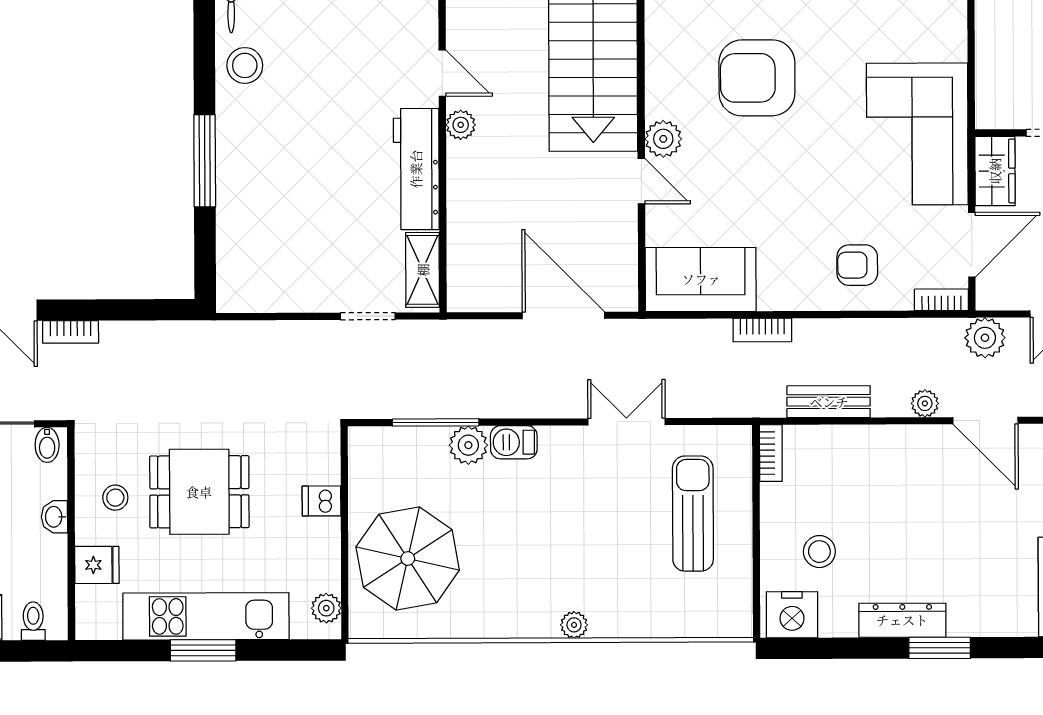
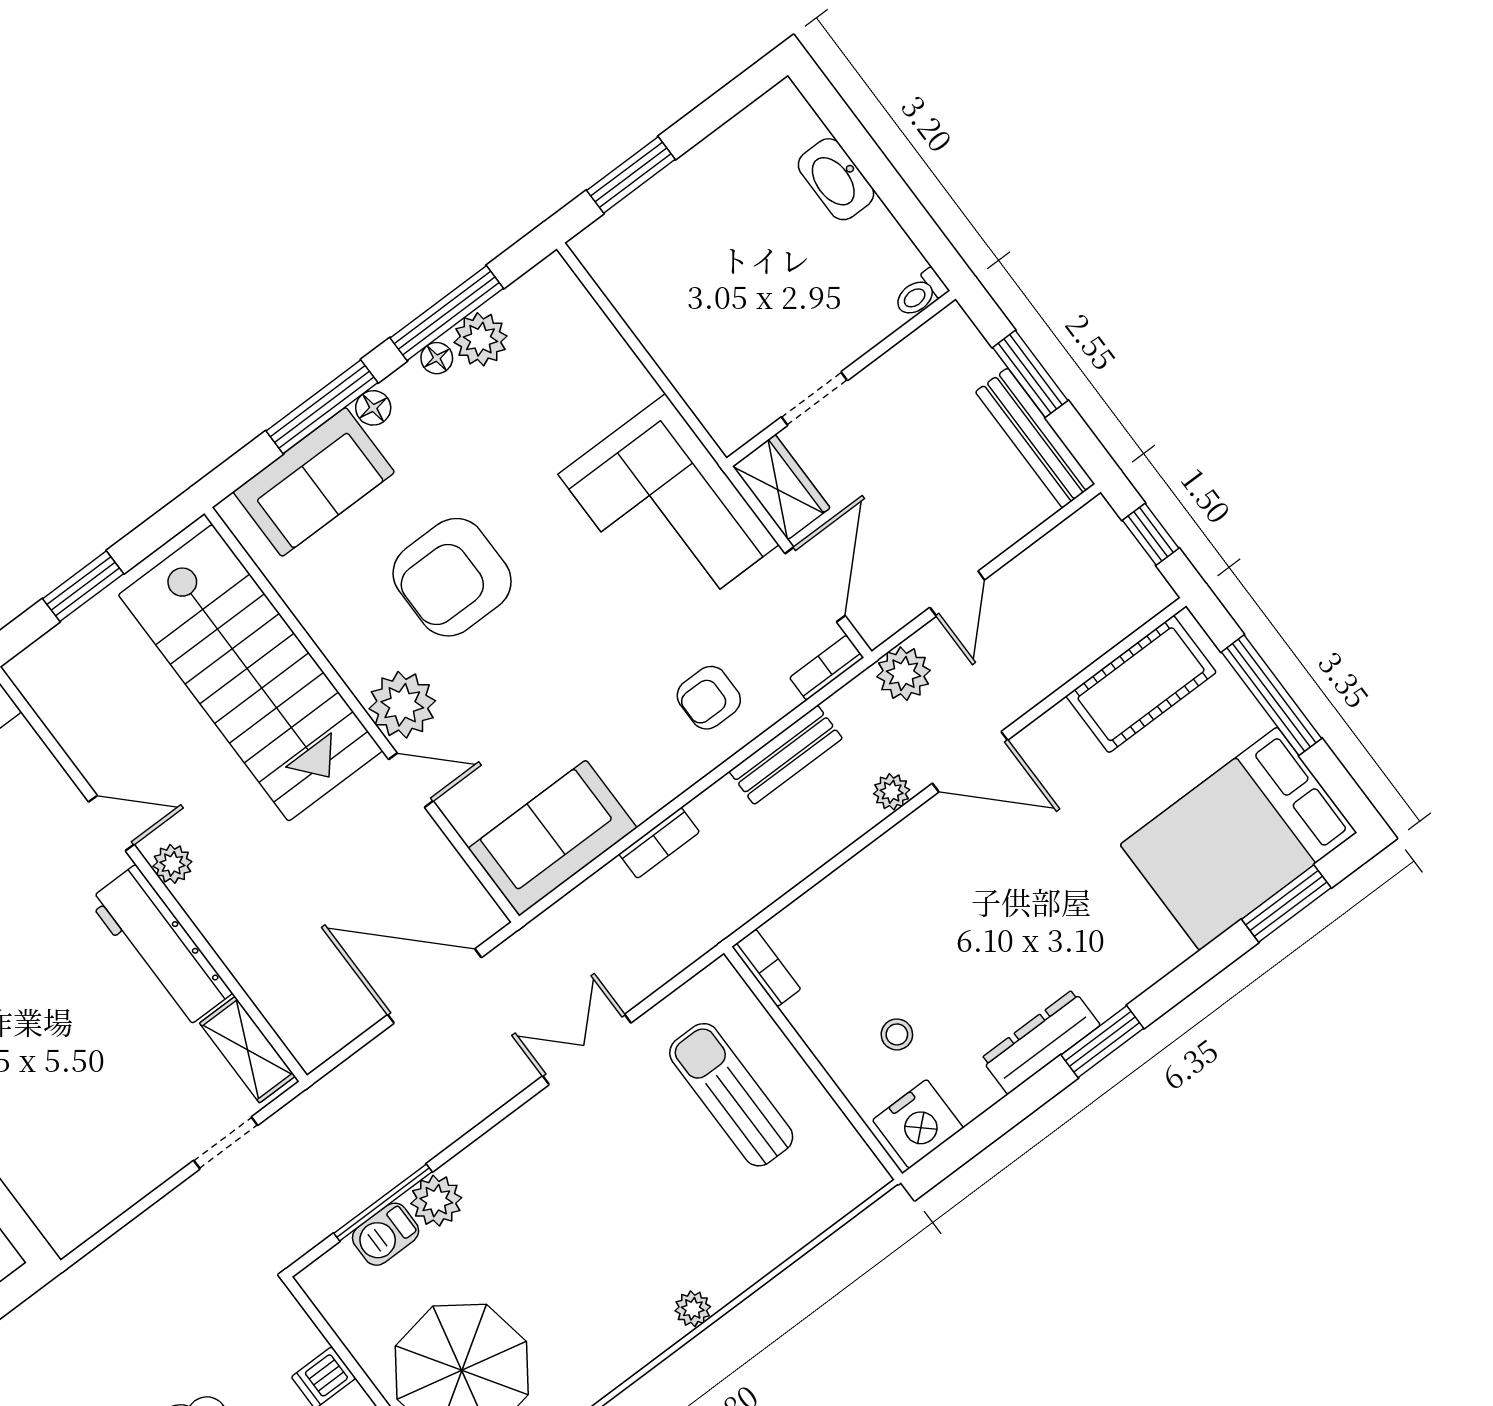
plant: (663, 139) -> (402, 705), width x1.36, depth x1.36
bench: (829, 402) -> (786, 755), moved
barbecue: (514, 442) -> (386, 1234), moved
stool: (819, 552) -> (897, 1034), width x0.73, depth x0.73

